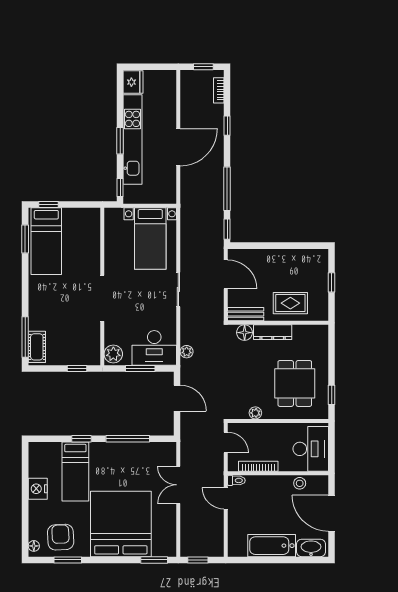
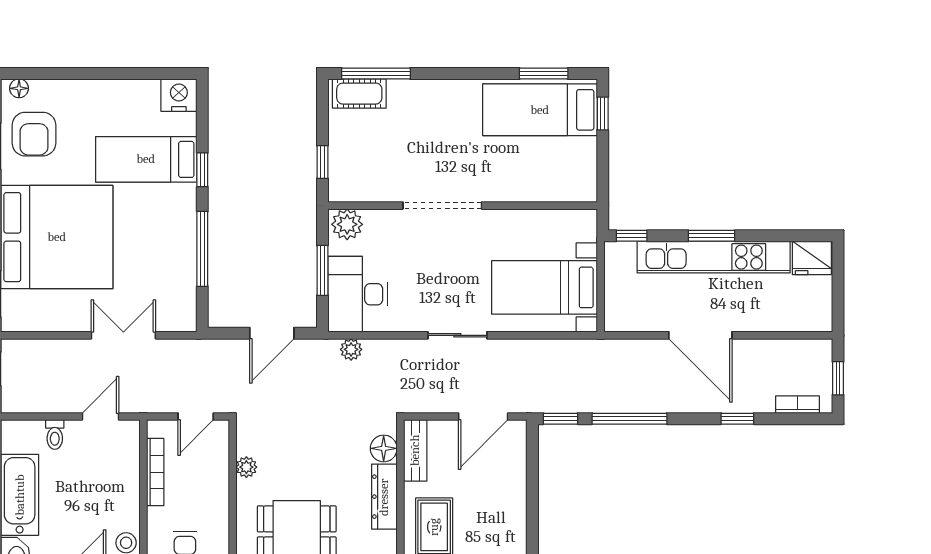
toilet: (236, 480) -> (55, 435), moved
nightstand: (38, 489) -> (179, 95), moved
armchair: (61, 537) -> (34, 134), turned 93

